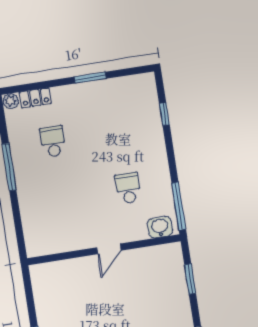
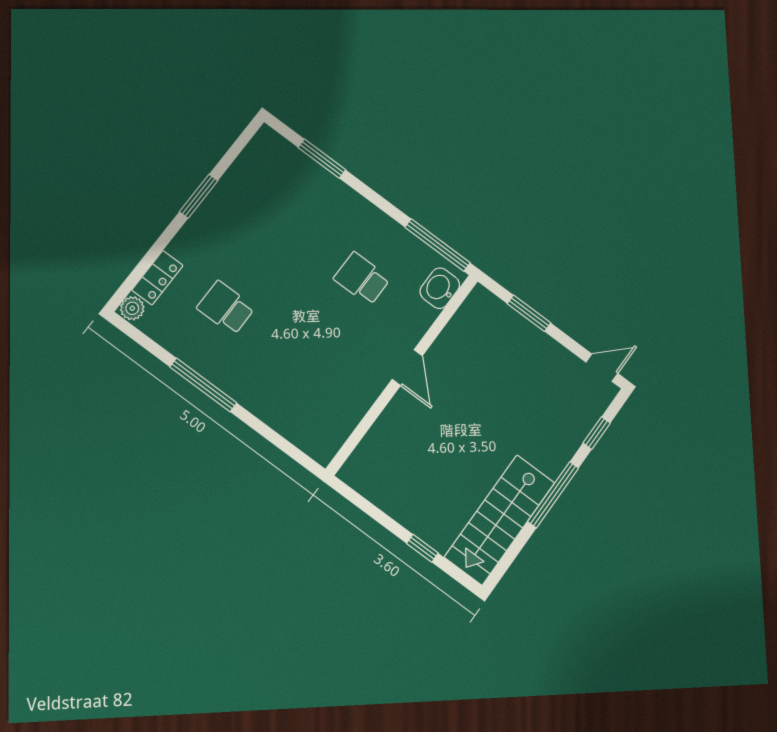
window: (164, 114) -> (322, 159), width x1.50

